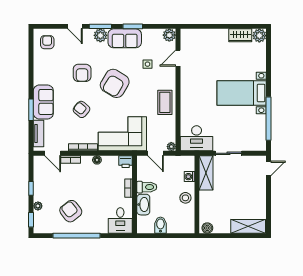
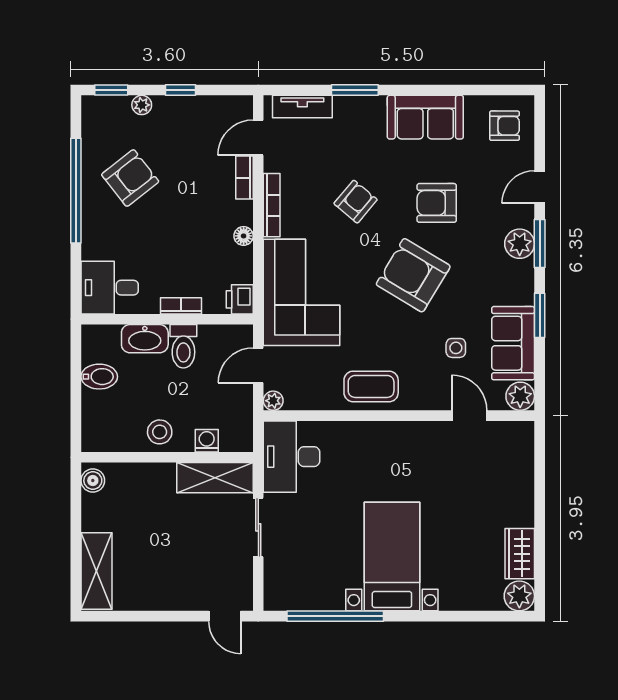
sofa: (125, 38) -> (513, 343), moved
sofa: (43, 102) -> (425, 117), moved

